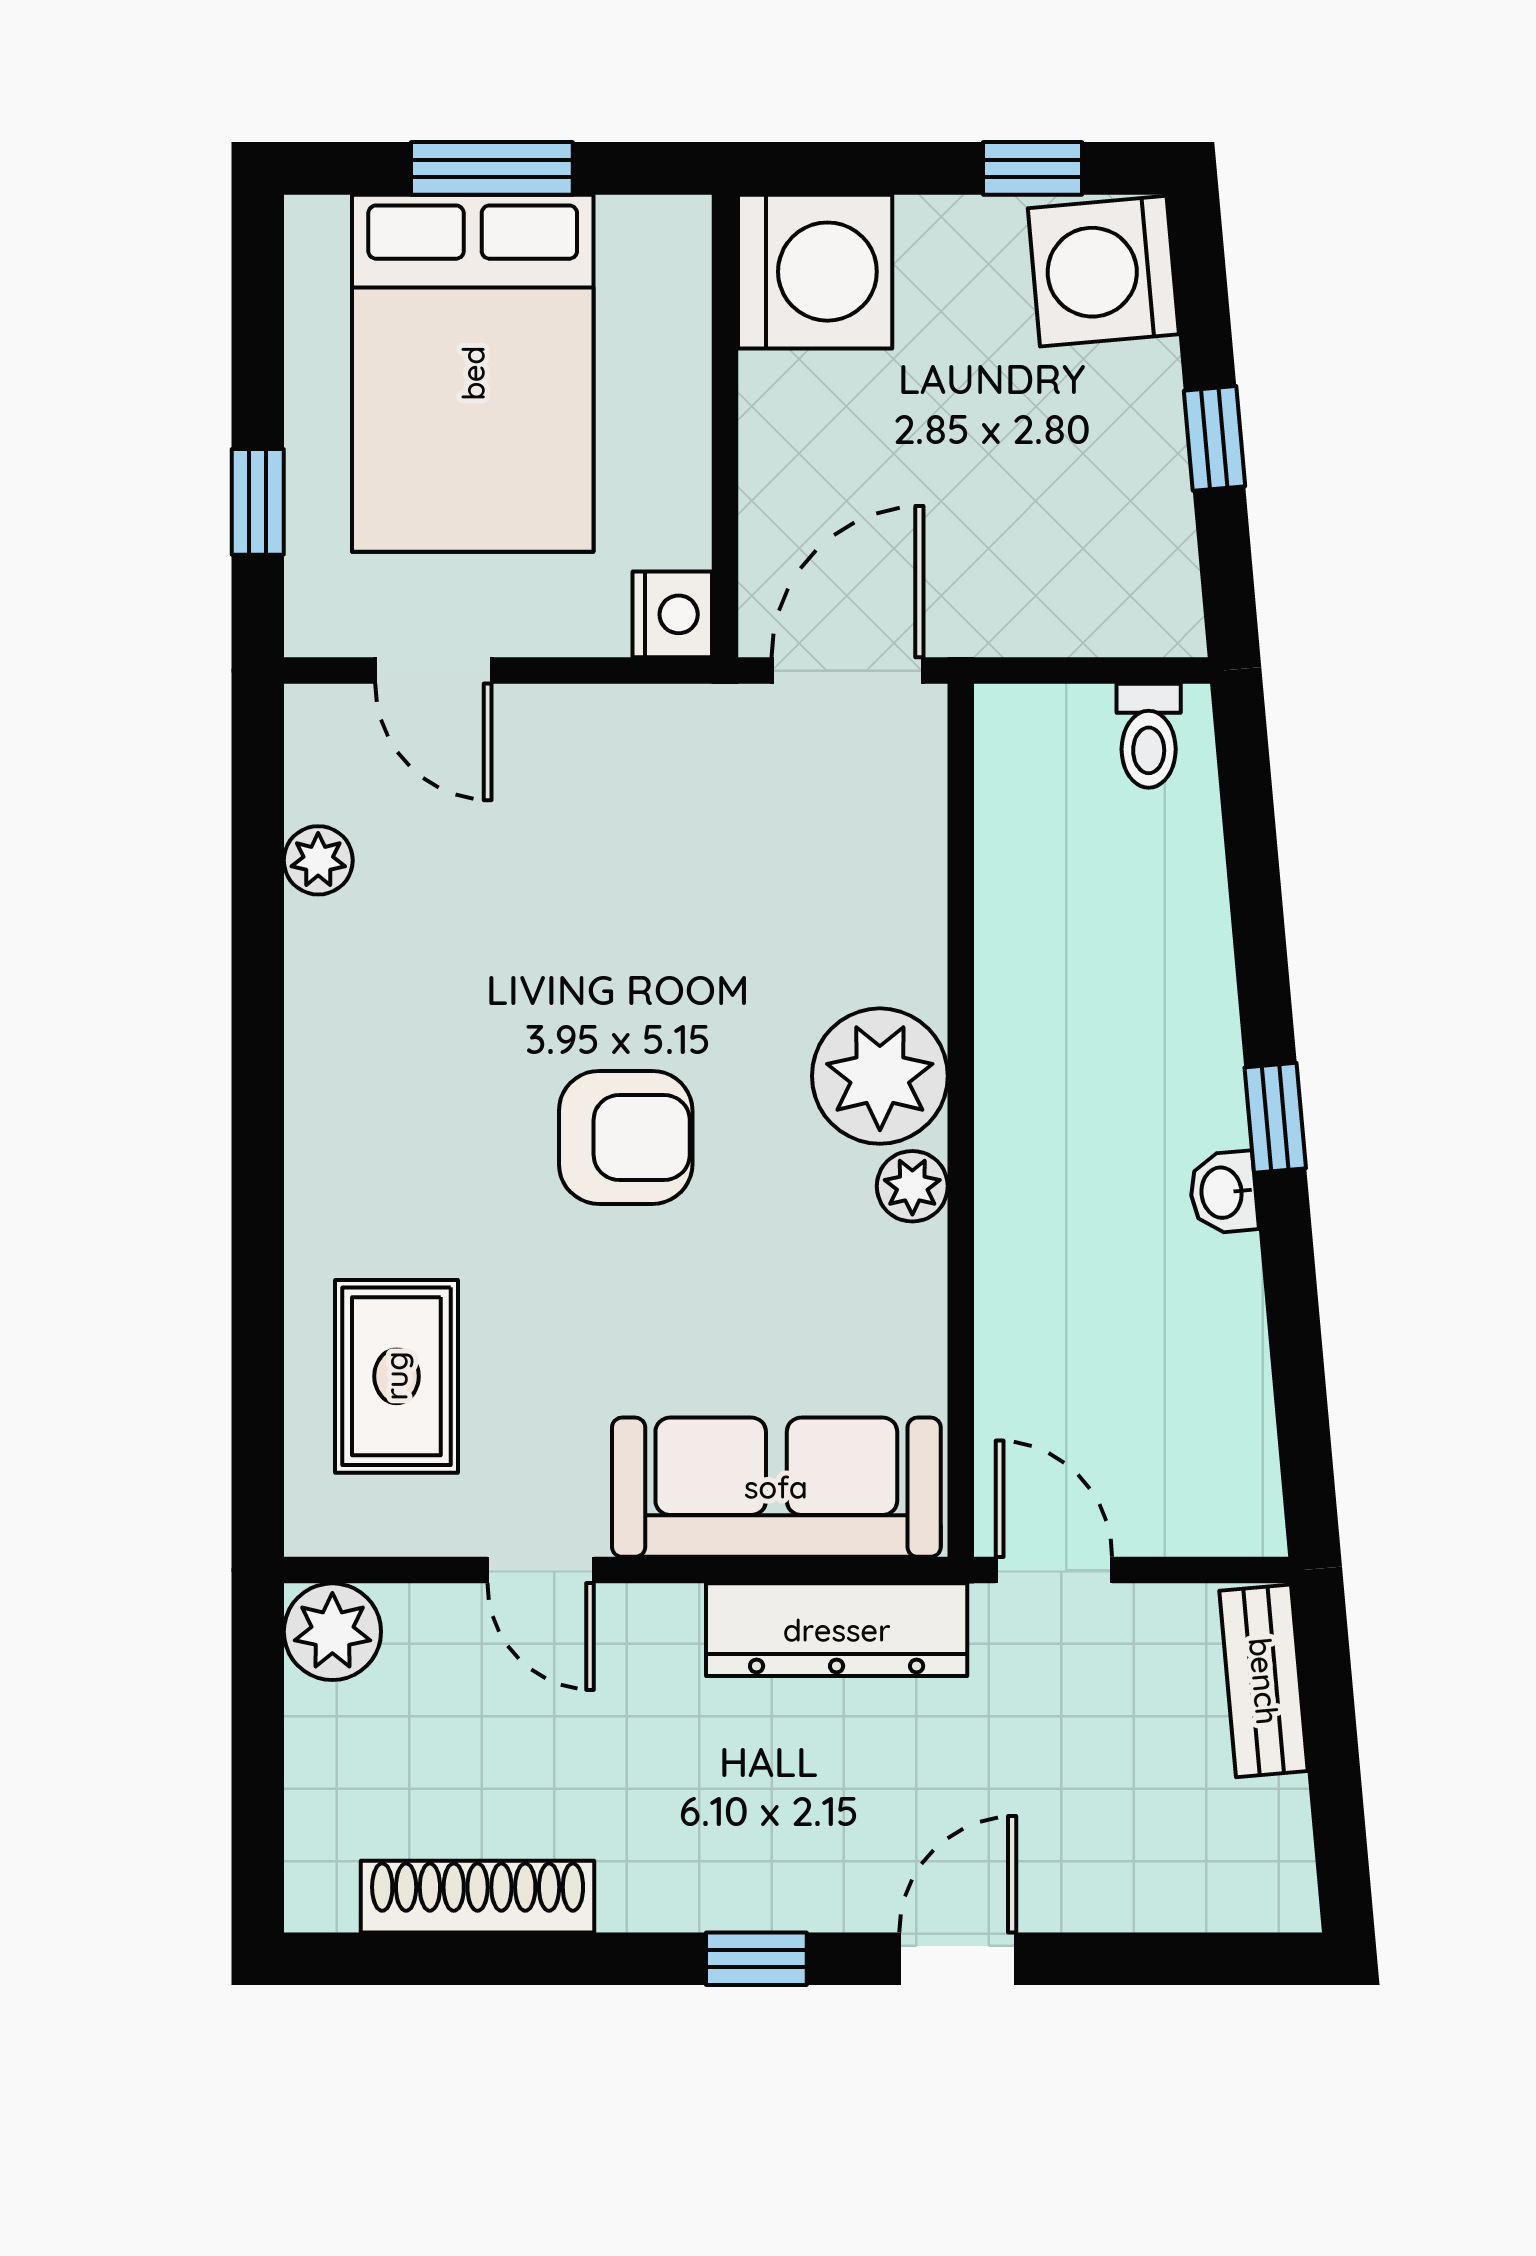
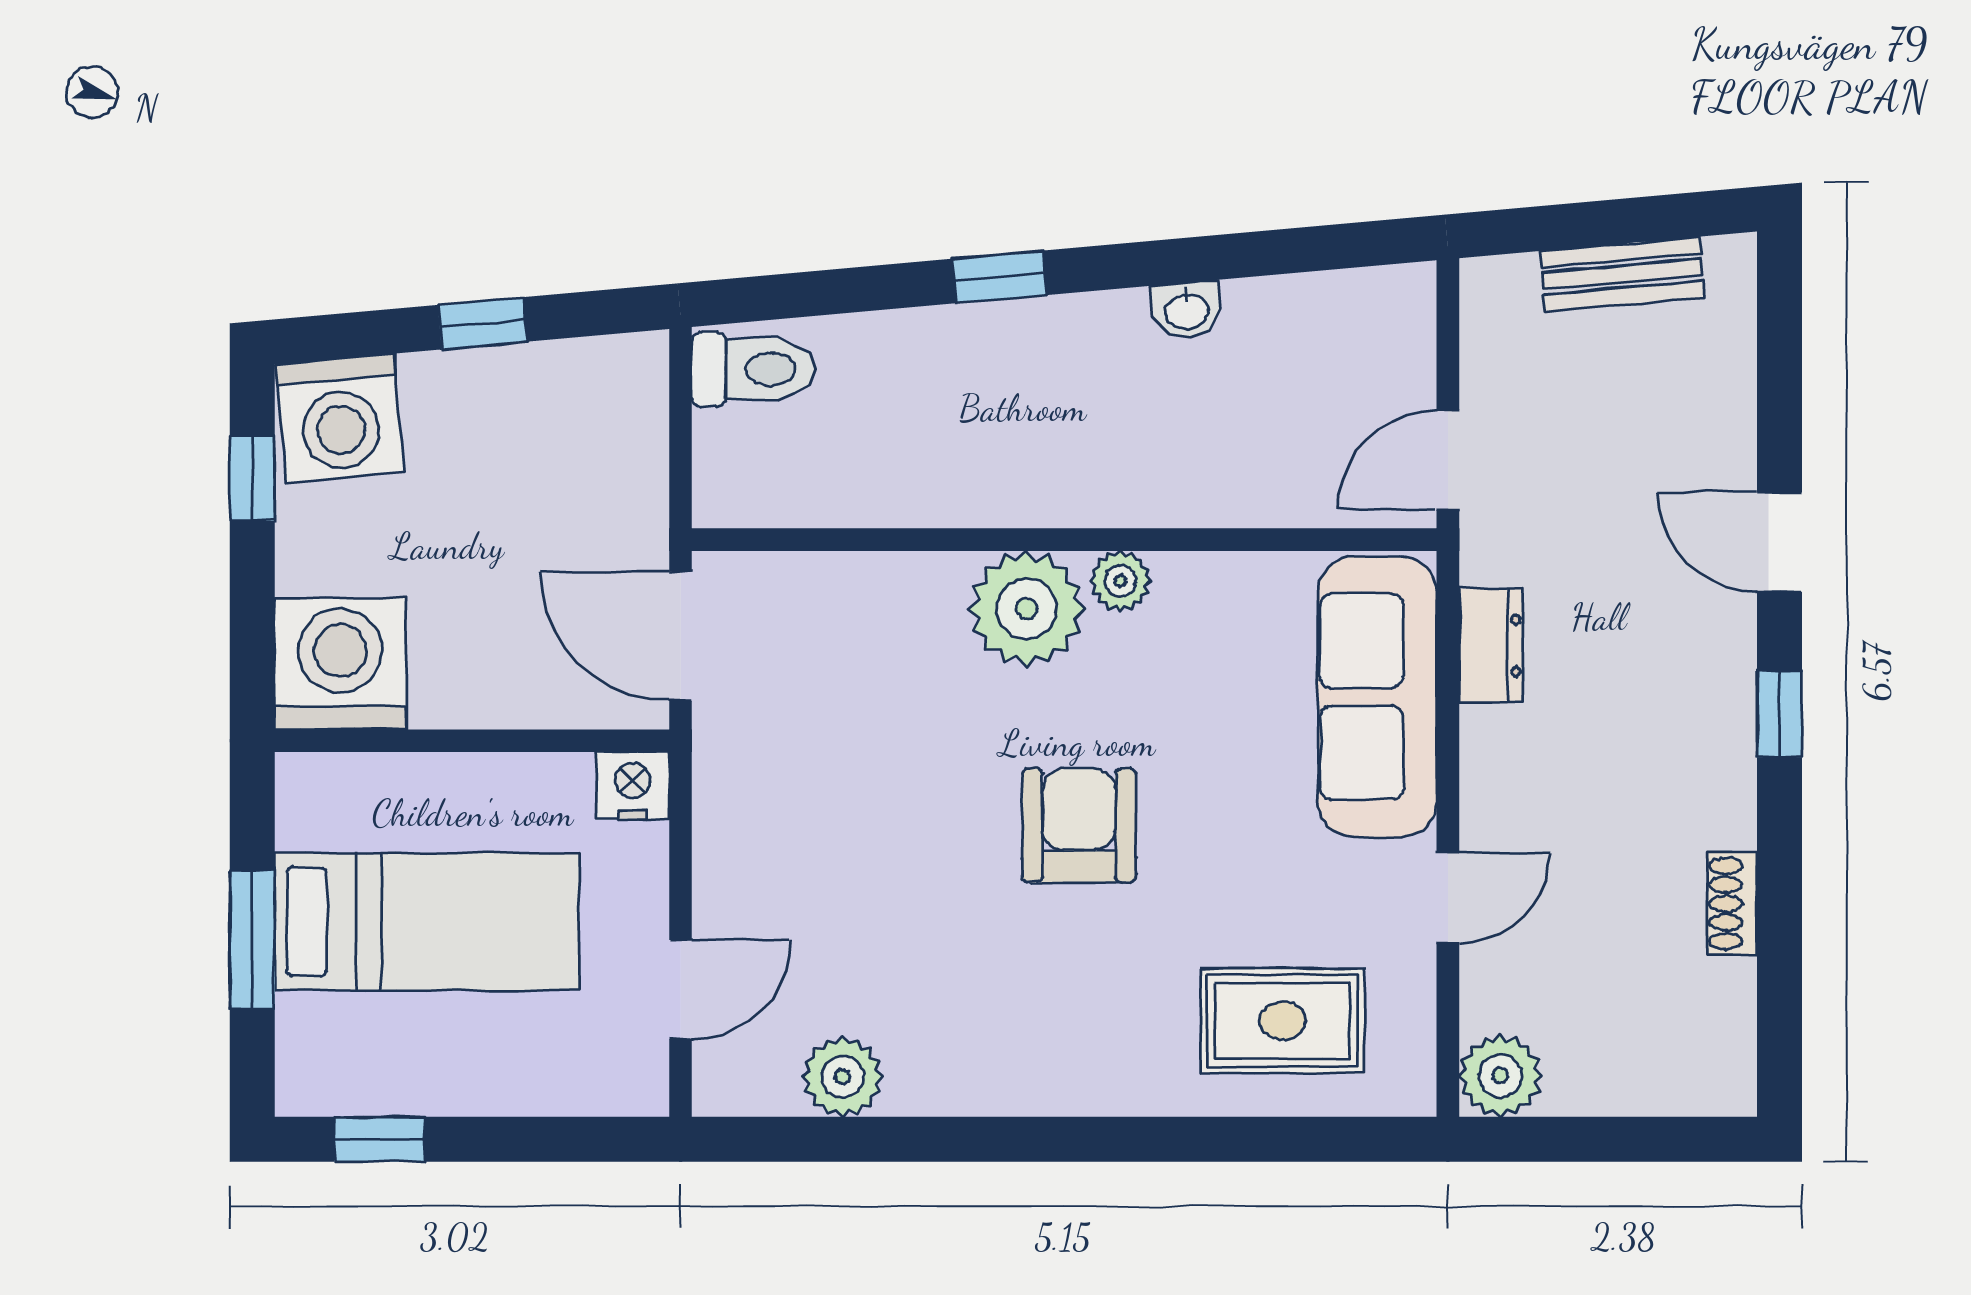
bed: (473, 373) -> (427, 922), width x0.67
window: (258, 502) -> (379, 1139), moved
toilet: (1149, 736) -> (753, 369), width x1.37, depth x1.39
plant: (318, 860) -> (843, 1077), width x1.38, depth x1.38
window: (1275, 1118) -> (999, 277), moved
washbasin: (1223, 1192) -> (1187, 310), moved
dresser: (837, 1630) -> (1491, 646), width x0.51, depth x0.80
bench: (1264, 1681) -> (1622, 274), moved
shoe rack: (478, 1897) -> (1732, 904), width x0.51, depth x0.81

